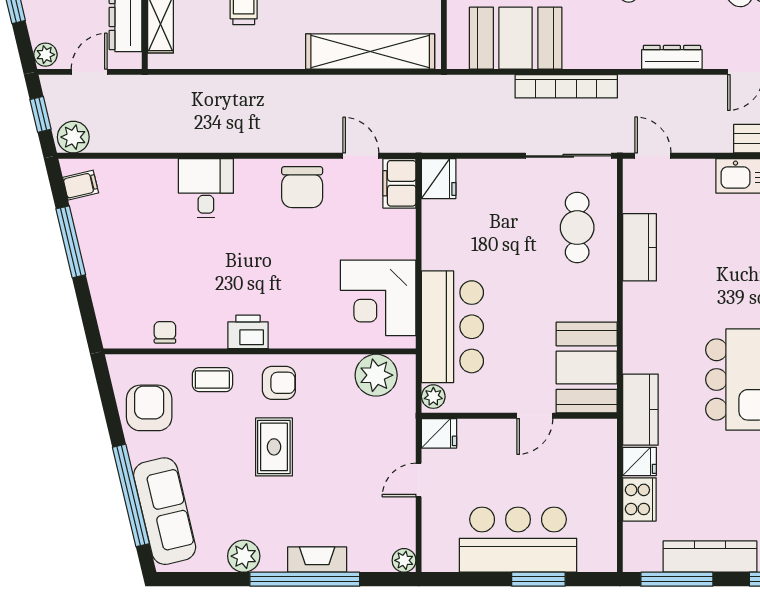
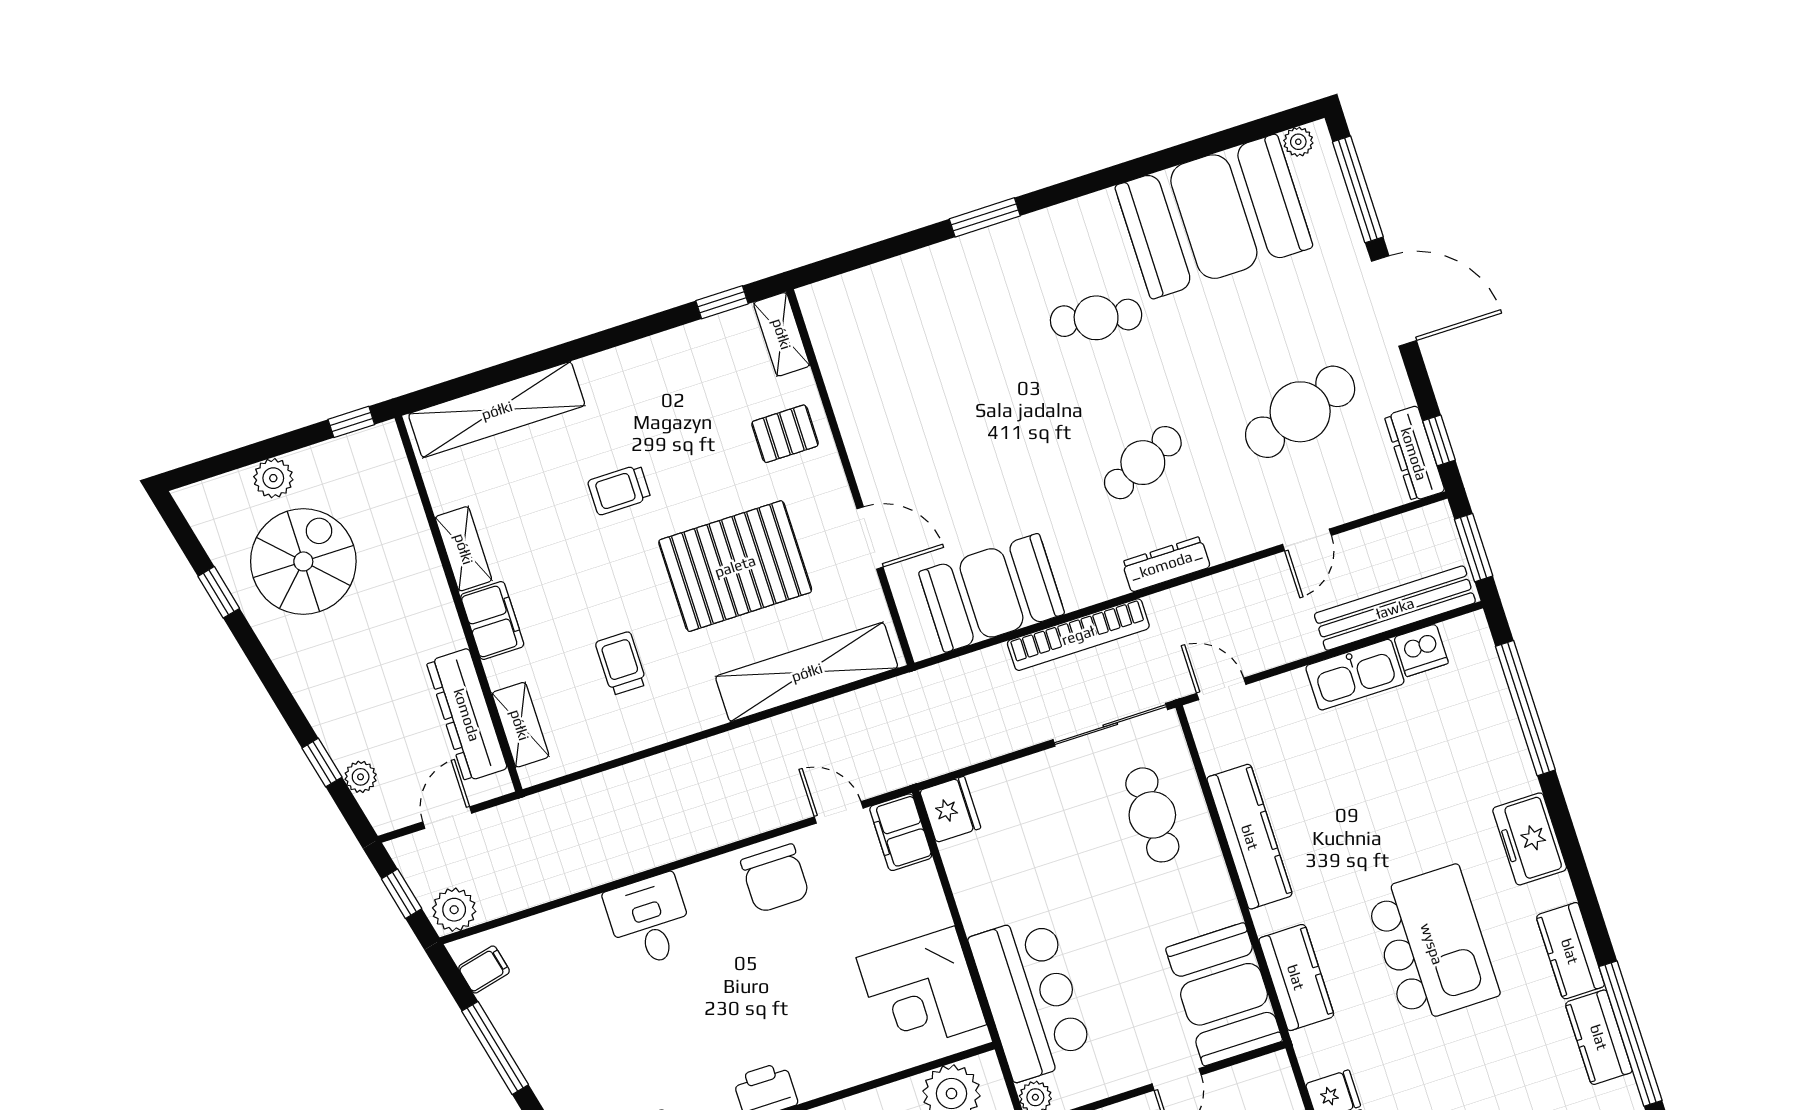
plant: (45, 55) -> (361, 777), moved
dresser: (672, 57) -> (1166, 564), moved
kitchen counter: (640, 247) -> (1250, 837), width x1.50
kitchen counter: (640, 410) -> (1296, 977), moved

